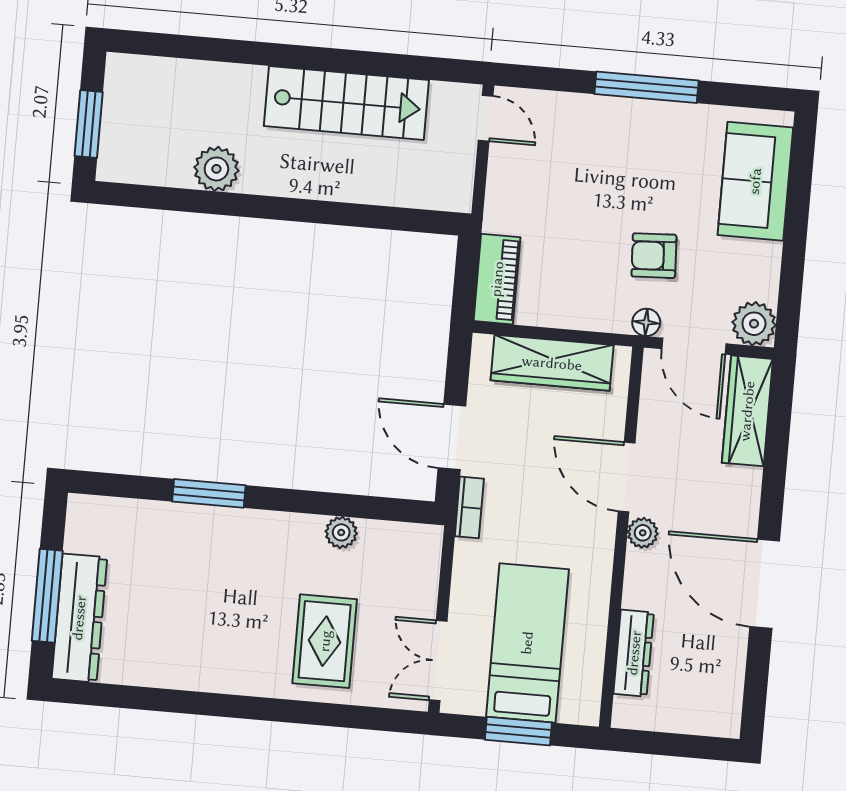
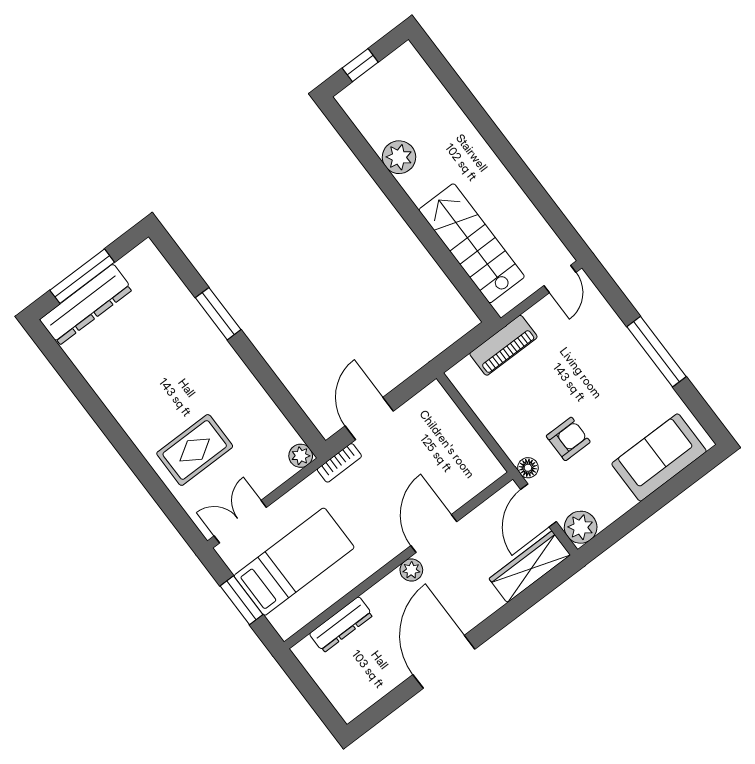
stairs: (346, 103) -> (472, 243), moved, turned 180
window: (89, 124) -> (360, 65), width x0.67
armchair: (654, 256) -> (568, 439), turned 93
piano: (497, 279) -> (503, 345), moved
wardrobe: (552, 363) -> (459, 436), removed
plant: (341, 532) -> (301, 456), moved

